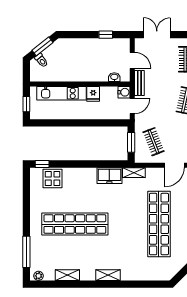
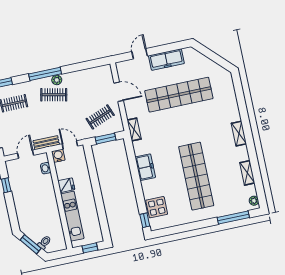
freezer: (109, 176) -> (145, 167), moved

